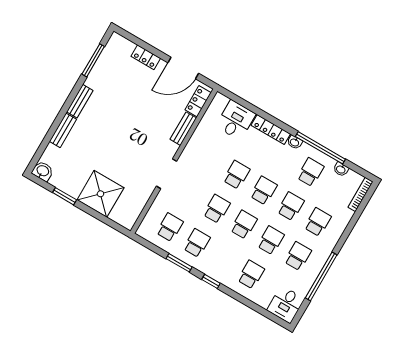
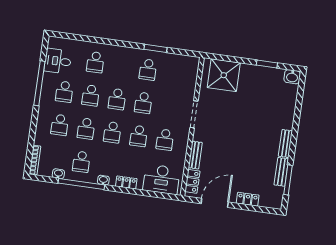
desk: (236, 120) -> (161, 179), width x1.37
bench: (63, 130) -> (281, 172), moved
locker: (271, 130) -> (126, 182), width x0.66
shower: (100, 194) -> (224, 75), moved
school desk: (170, 227) -> (165, 140), moved
window: (211, 281) -> (125, 44), removed
desk: (286, 304) -> (58, 61), moved, turned -90

